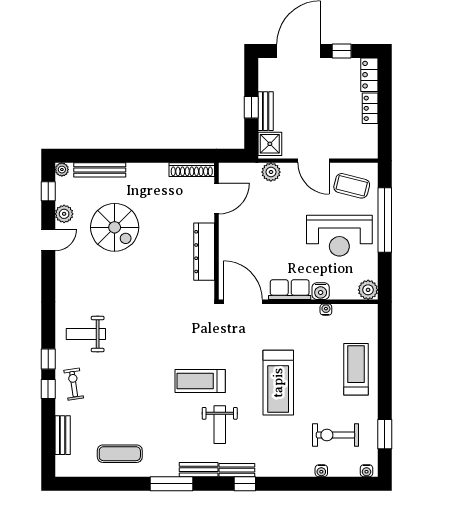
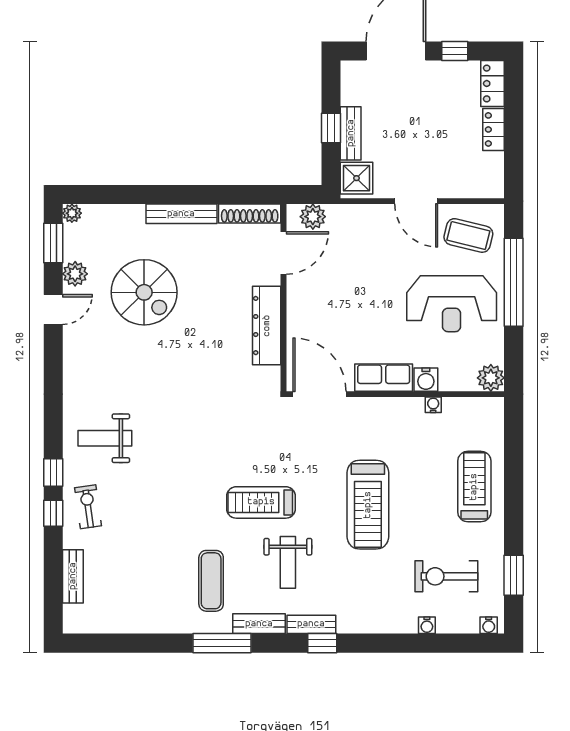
bench: (100, 170) -> (181, 214), moved
plant: (271, 172) -> (313, 217), moved
window: (48, 191) -> (53, 243), width x1.50
exercise mat: (120, 454) -> (211, 581), moved, turned 90

